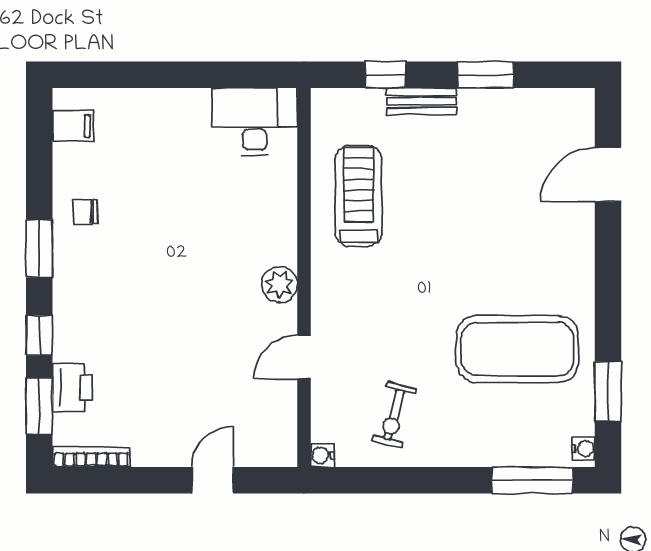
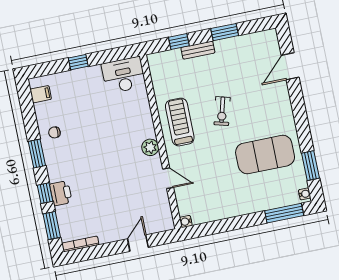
window: (165, 75) -> (78, 62), added
treadmill: (359, 196) -> (180, 122), moved
door: (304, 357) -> (168, 178), swing flipped
printer: (72, 388) -> (61, 193), moved
exercise bike: (394, 415) -> (222, 111), moved

